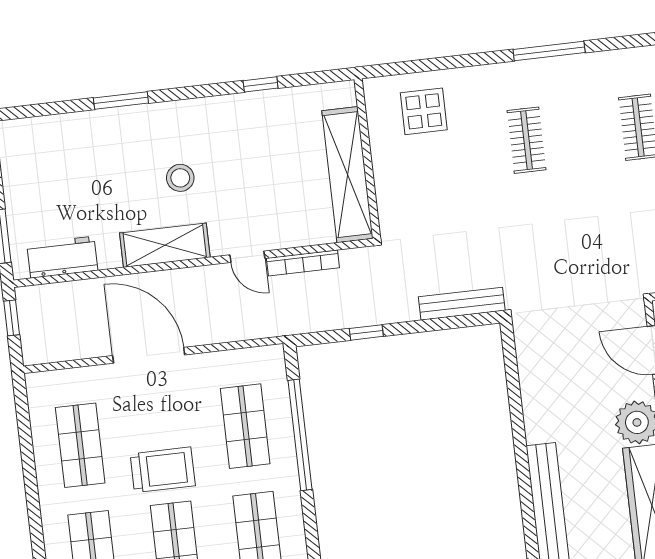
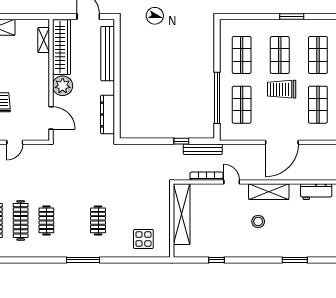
window: (121, 101) -> (295, 260), moved
bench: (462, 304) -> (203, 149), moved
door: (149, 355) -> (282, 142), hinge flipped
dresser: (533, 371) -> (107, 115), added

